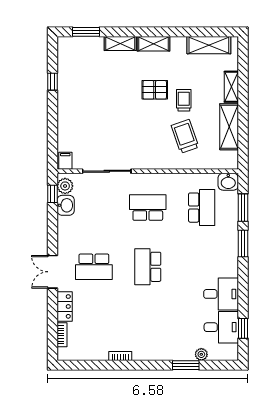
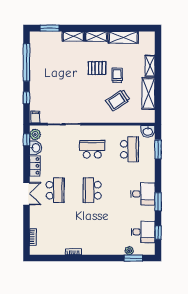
shelving: (209, 45) -> (123, 37), moved
window: (52, 82) -> (26, 62), width x3.17
window: (52, 133) -> (26, 98), added
trolley: (185, 136) -> (118, 100), turned -104
window: (243, 243) -> (158, 202), moved
school desk: (94, 267) -> (55, 190), turned -90
double door: (52, 272) -> (26, 194), swing flipped
desk: (221, 294) -> (143, 194), moved
locker: (65, 306) -> (35, 166), moved
window: (186, 365) -> (133, 258), moved

